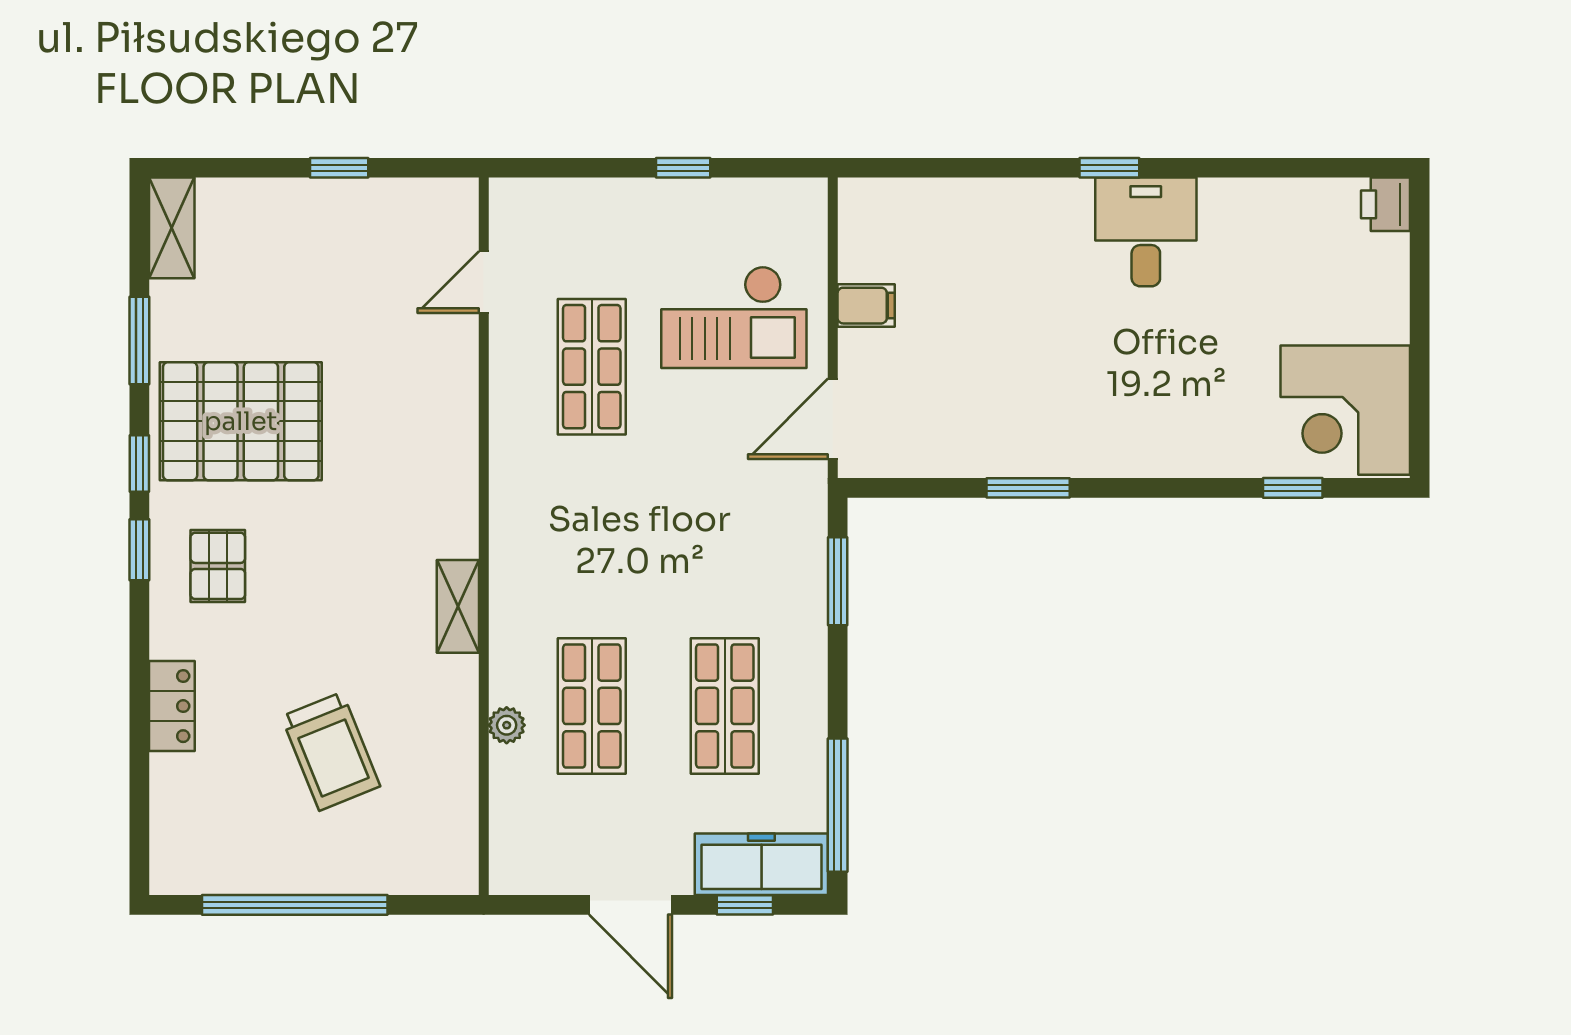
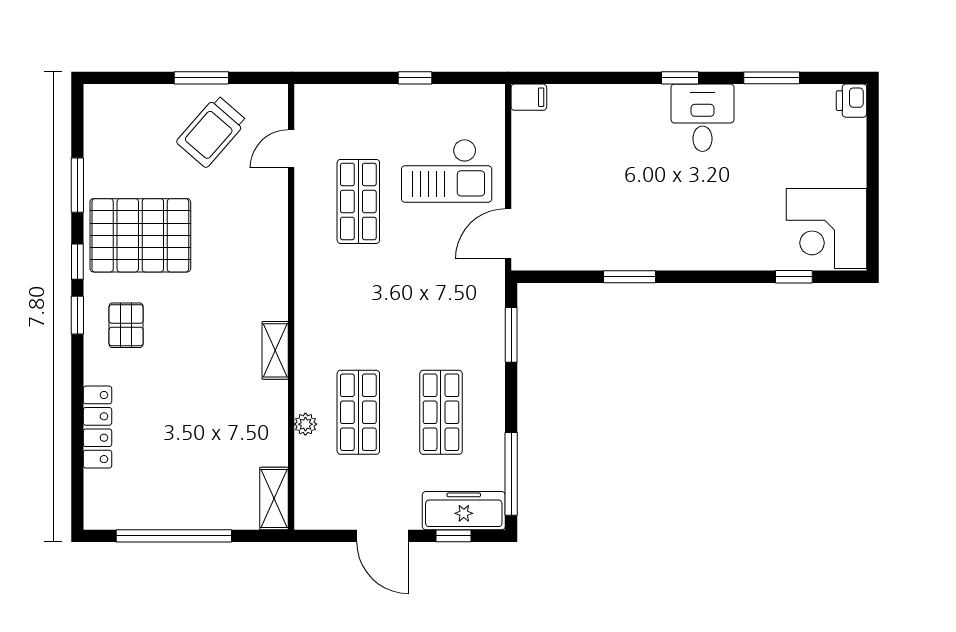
window: (339, 168) -> (201, 78), width x1.50
window: (1257, 168) -> (772, 78), added
shelving: (172, 228) -> (274, 498), moved
filing cabinet: (866, 306) -> (529, 97), moved
locker: (172, 706) -> (97, 427), width x1.53
trolley: (331, 751) -> (212, 132), moved, turned 63

